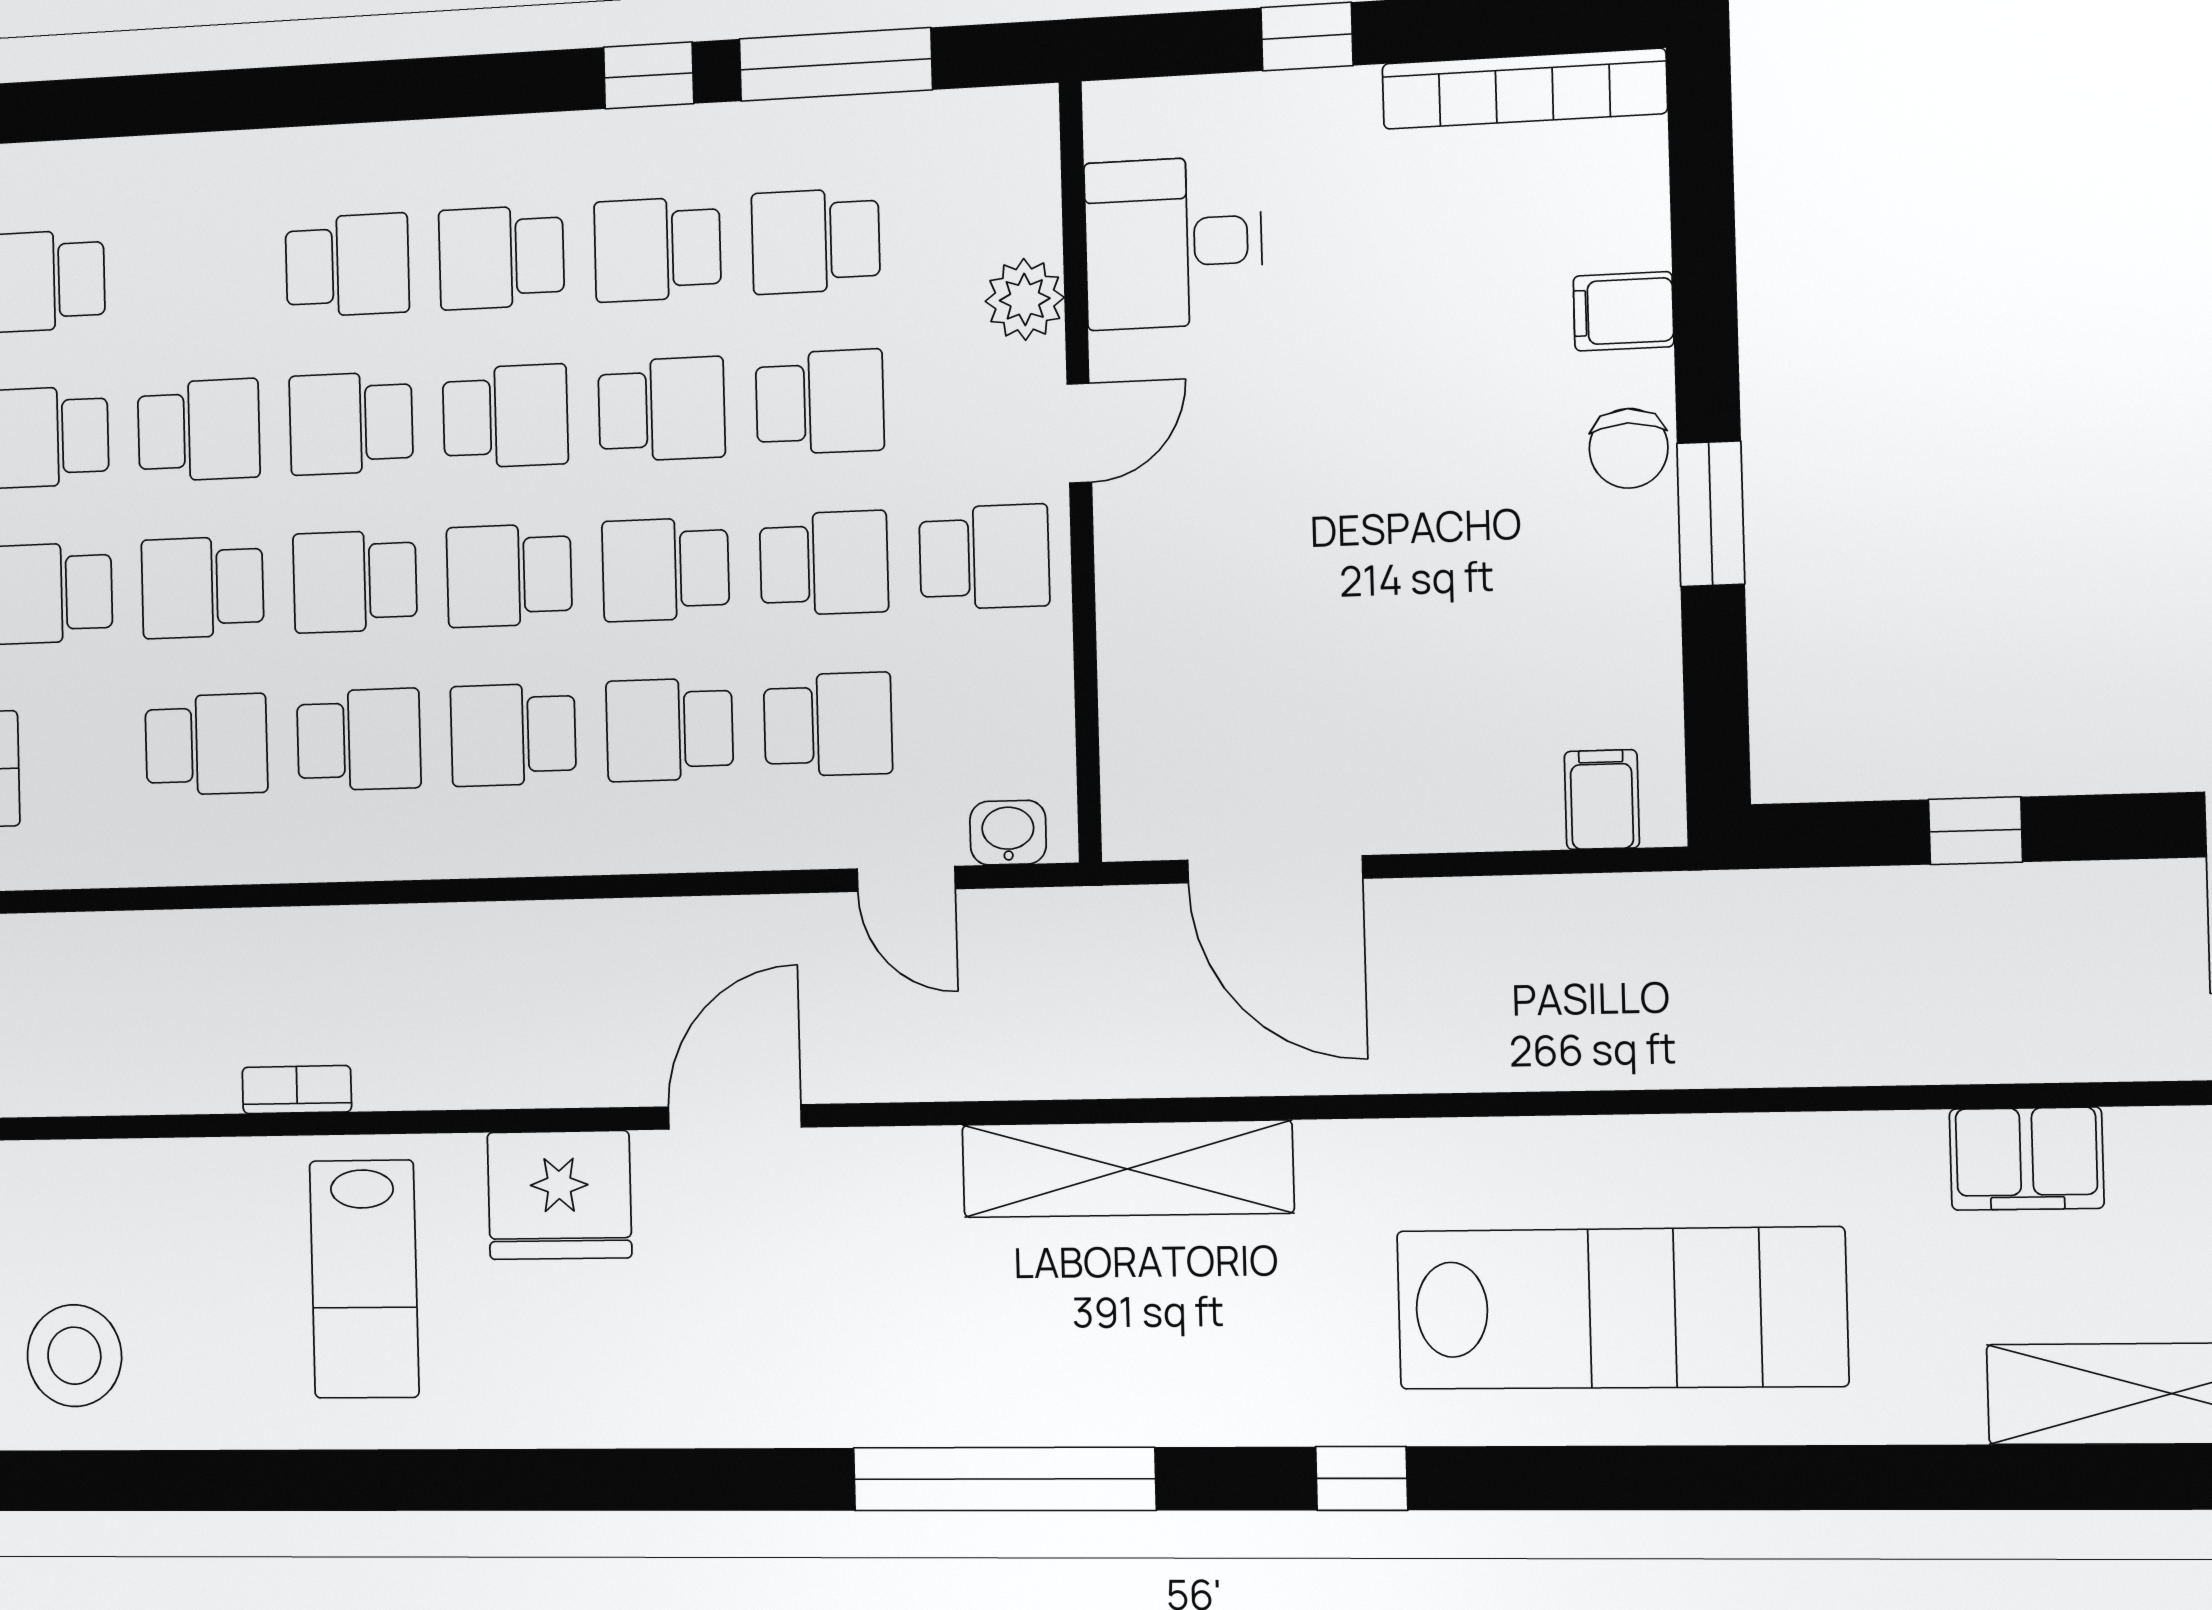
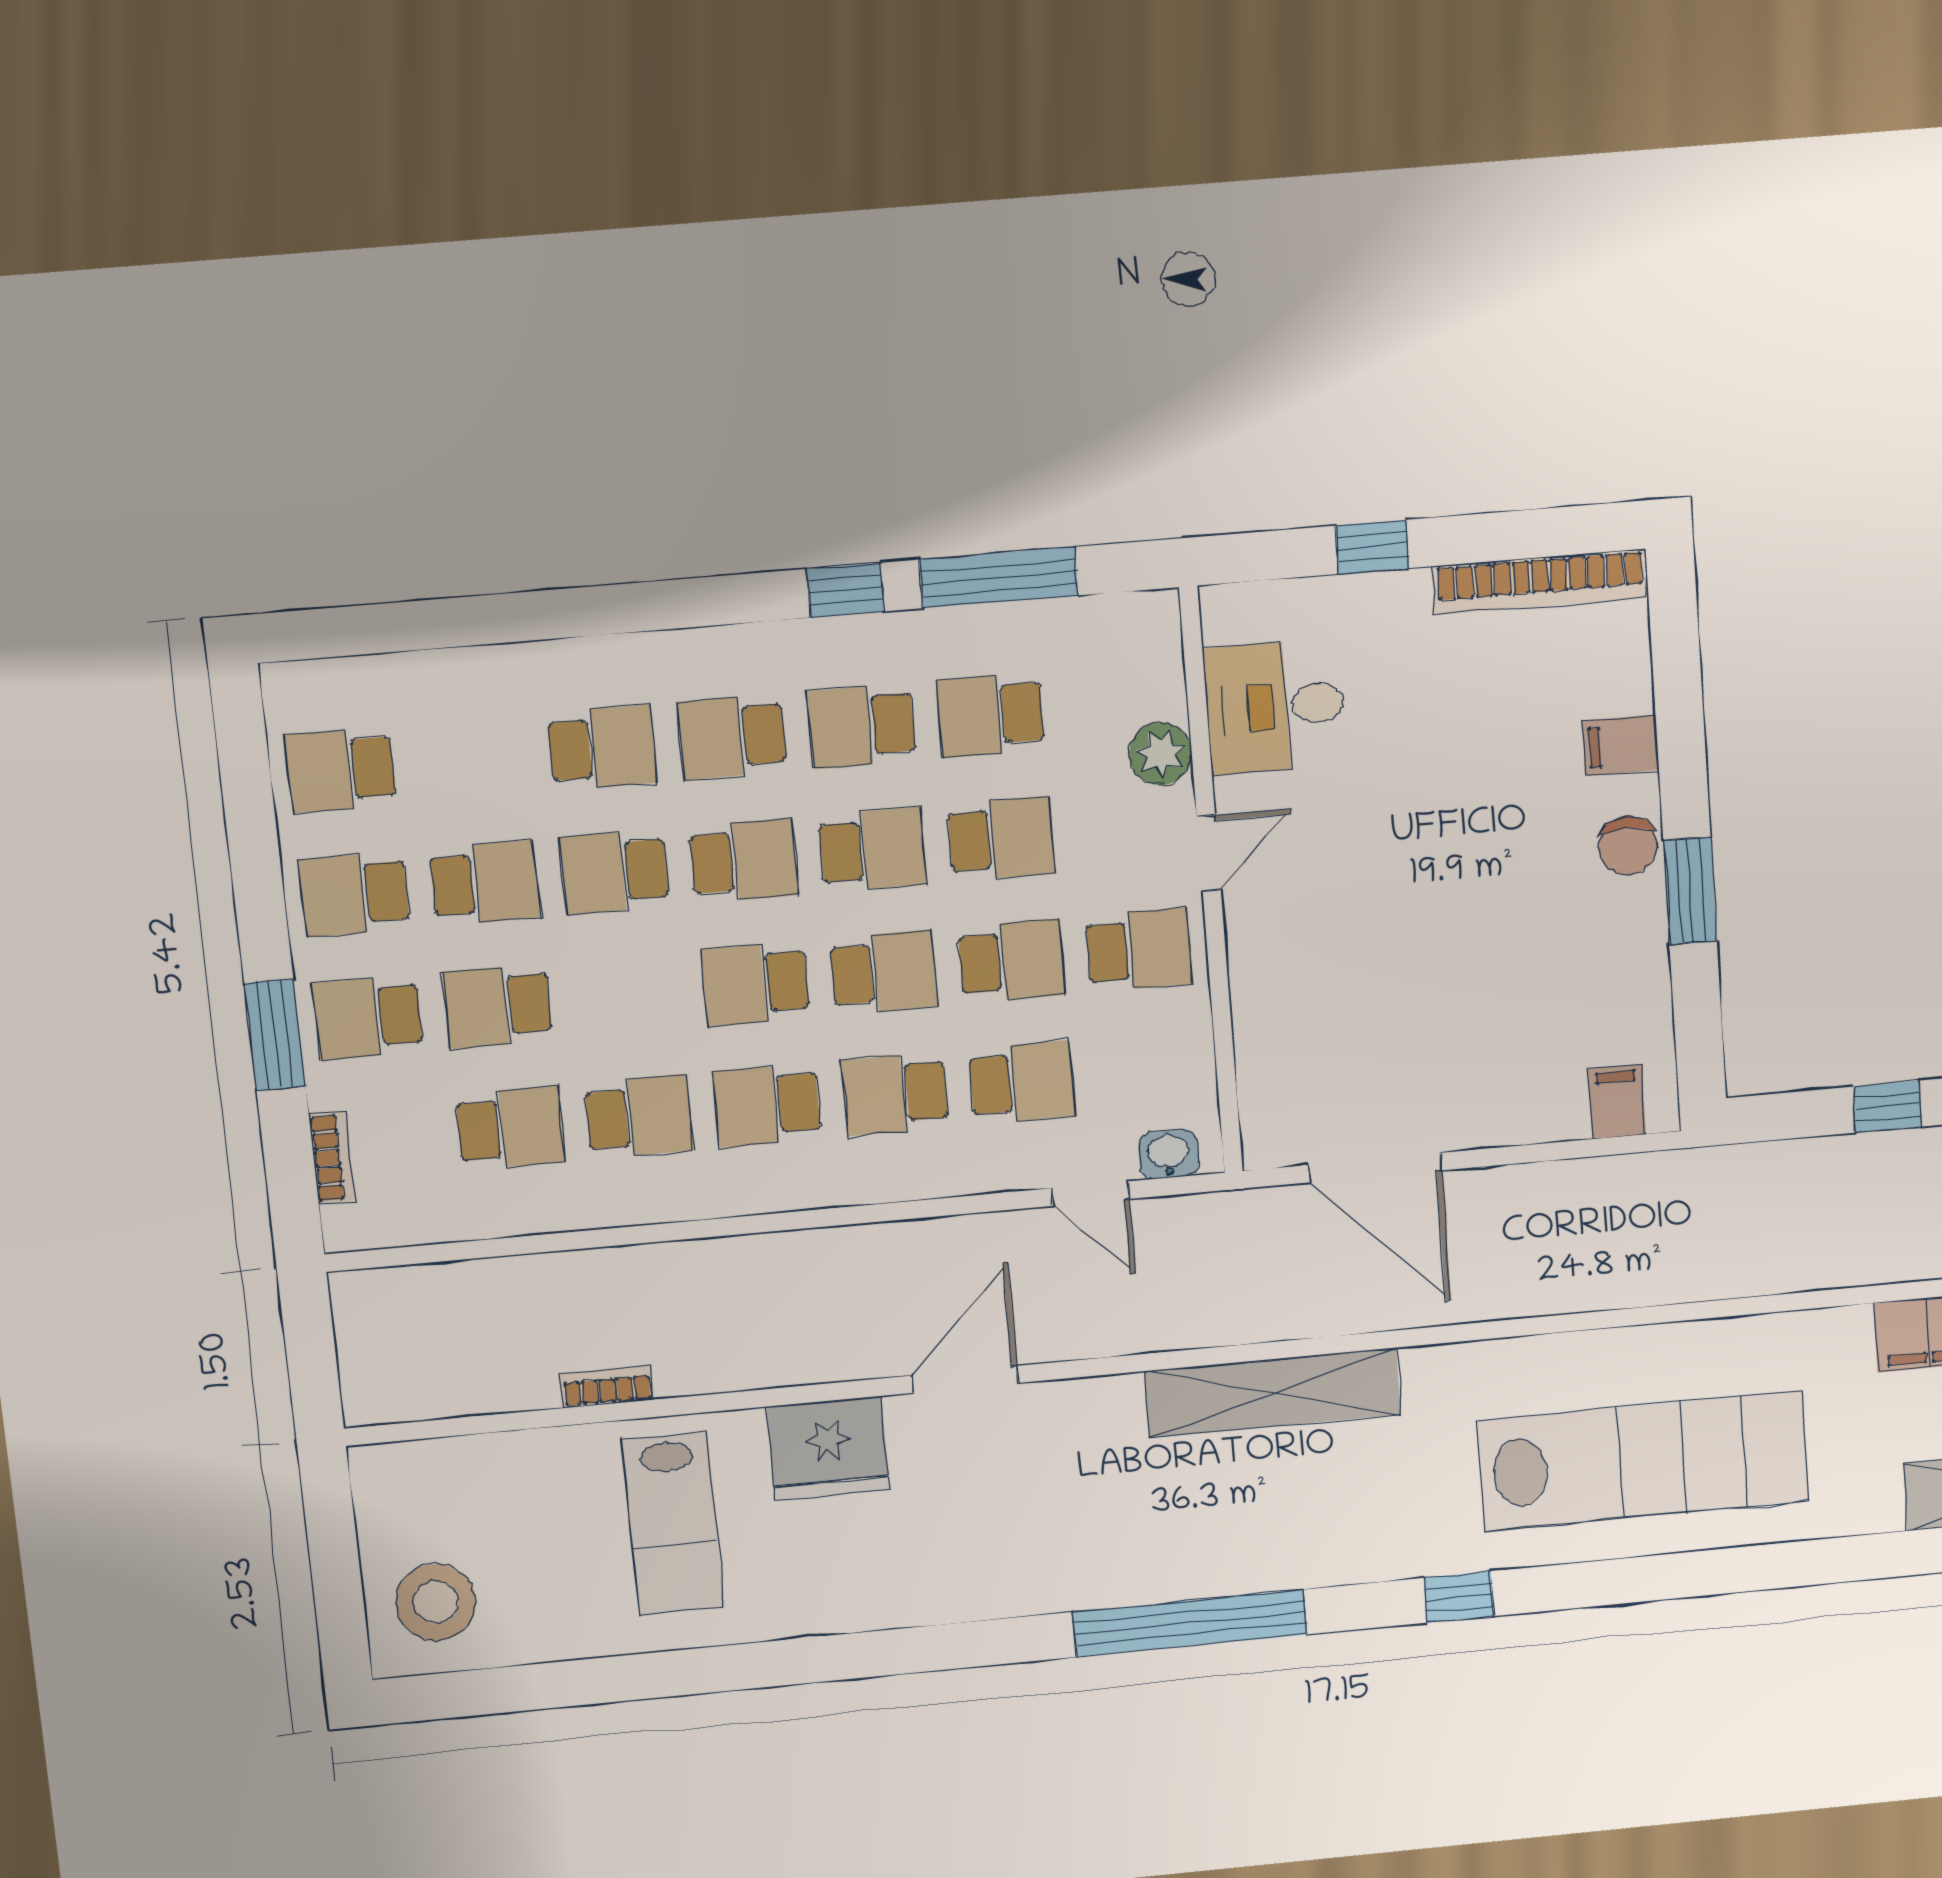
school desk: (666, 569) -> (884, 972), turned 180
school desk: (355, 581) -> (627, 995), removed

